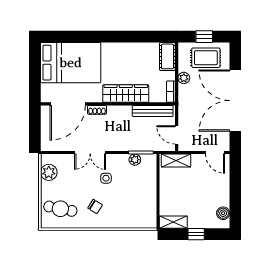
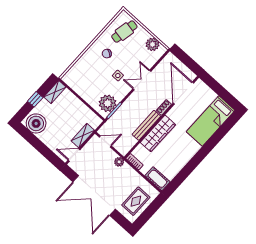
window: (204, 37) -> (149, 212), removed
bed: (71, 63) -> (211, 121), width x0.67
plant: (184, 78) -> (119, 162), moved
double door: (235, 101) -> (94, 195), swing flipped
bench: (153, 111) -> (146, 125), moved
plant: (135, 160) -> (108, 103), width x1.88, depth x1.88
shelving: (176, 160) -> (83, 136), moved
boiler: (223, 213) -> (36, 123), width x1.86, depth x1.86

